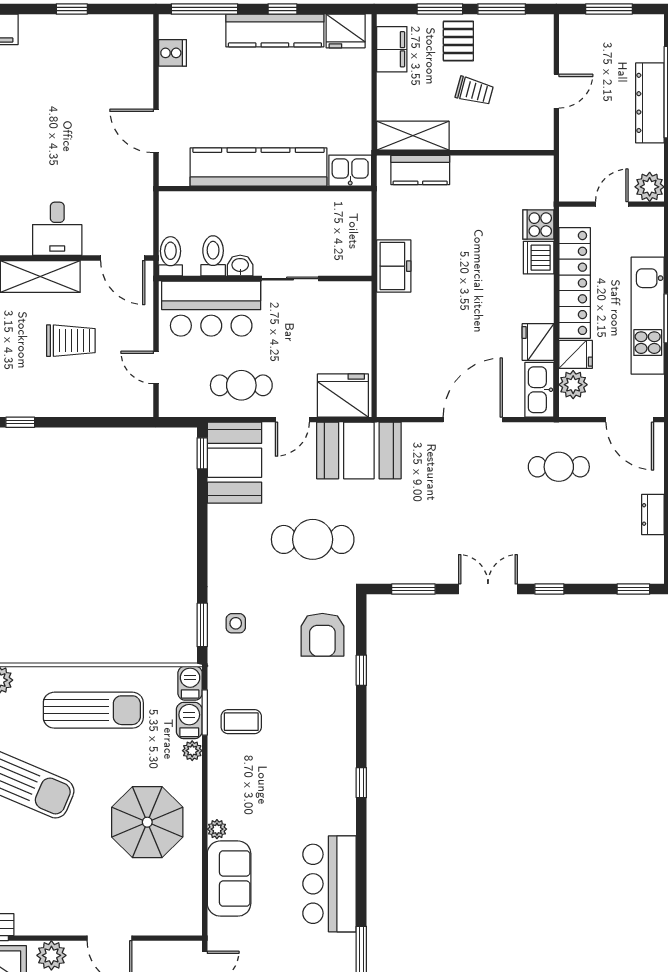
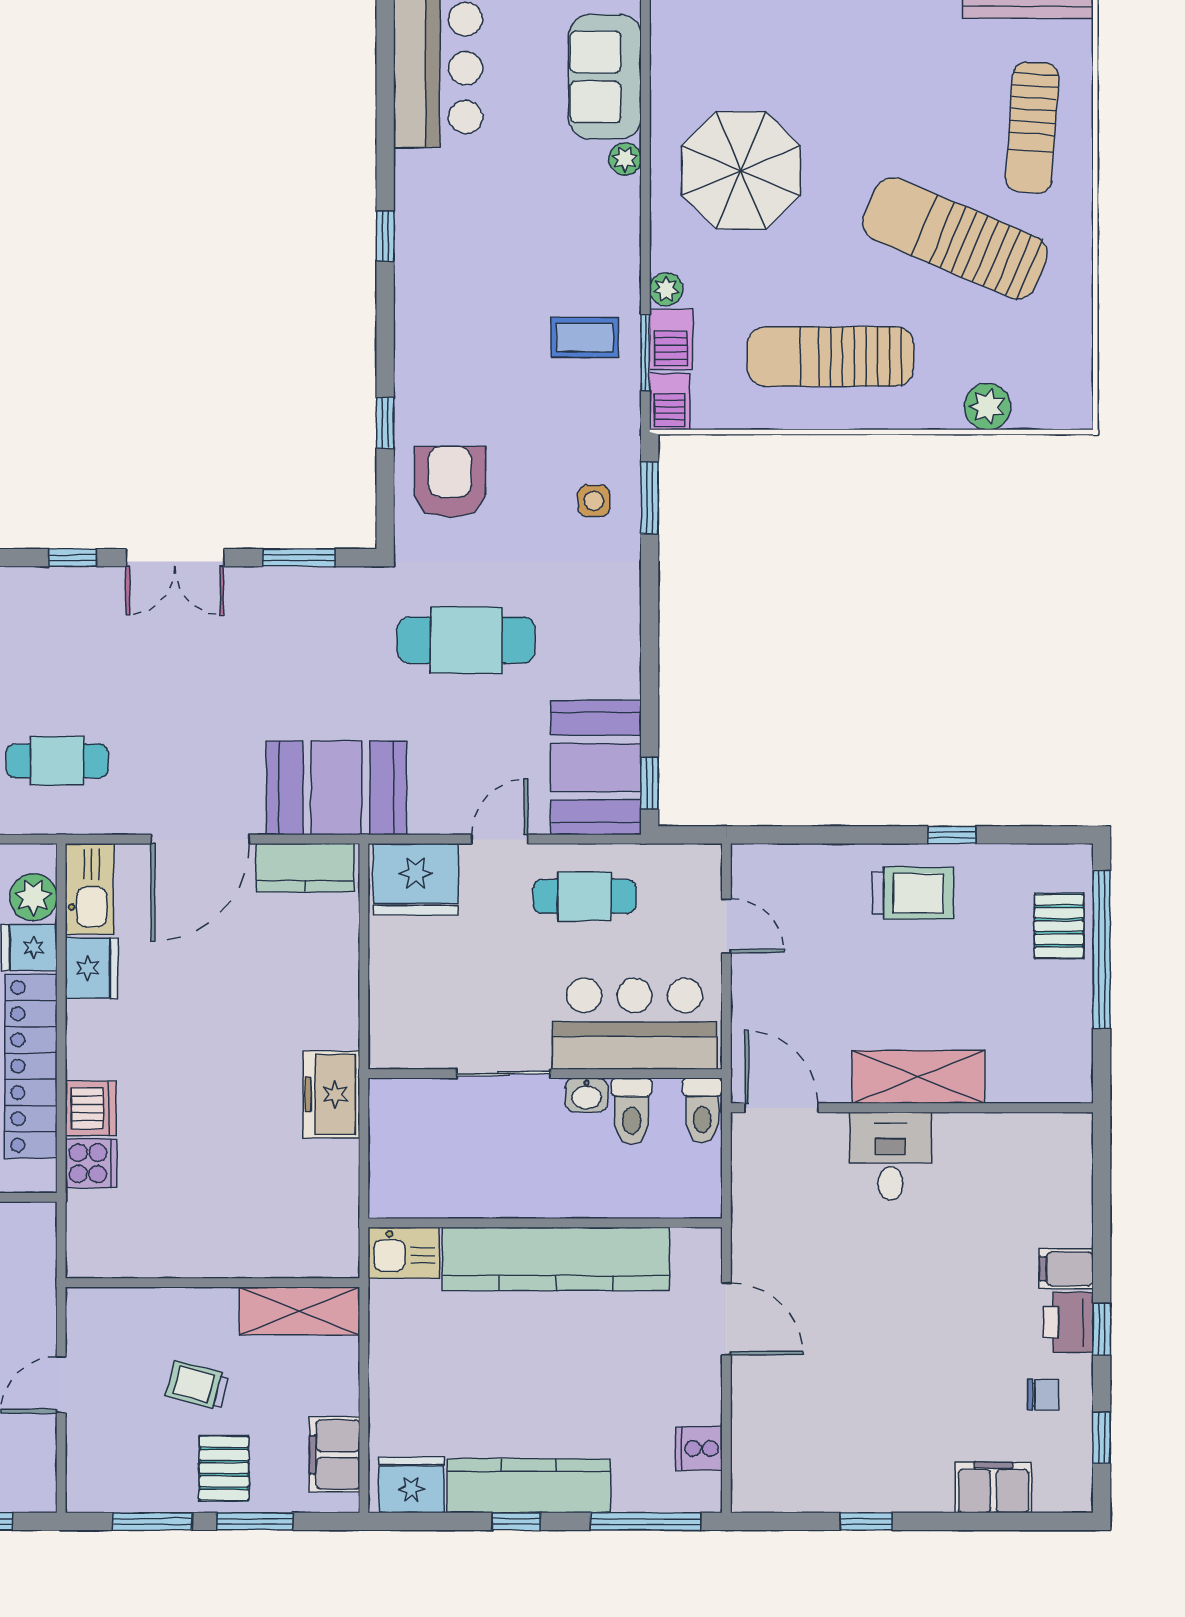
kitchen counter: (420, 170) -> (305, 868), moved, turned 180
trolley: (71, 341) -> (913, 893), moved, turned 180
booth: (359, 451) -> (336, 788), moved

